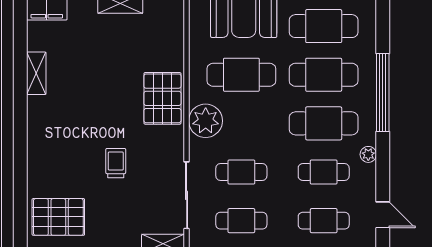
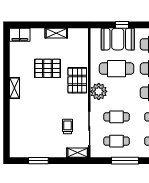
shelving: (36, 73) -> (15, 88), moved
trolley: (116, 163) -> (68, 126), moved
pallet: (58, 217) -> (47, 68), moved

